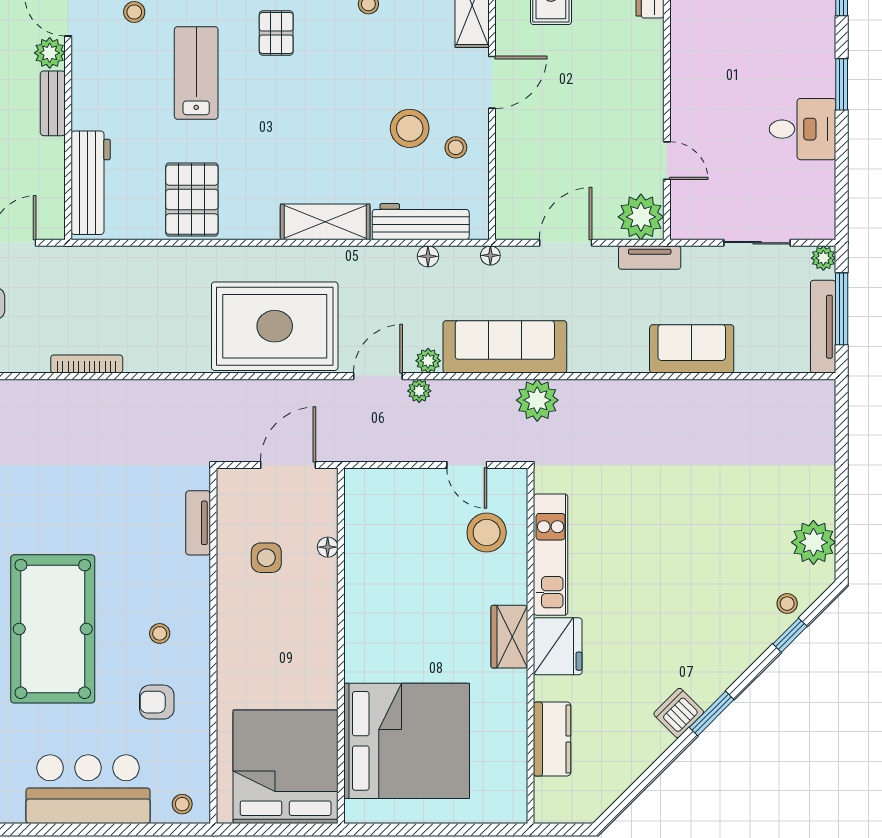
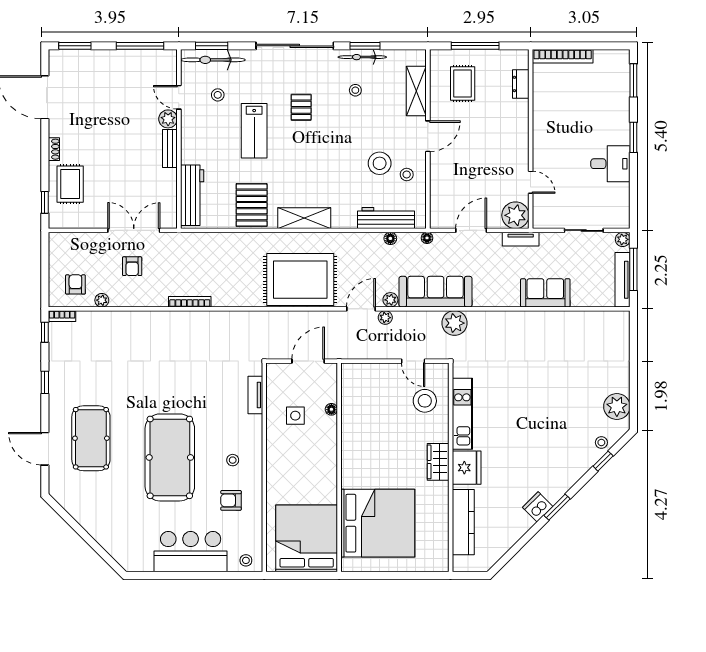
lab bench: (196, 73) -> (254, 131), turned 180
shelving: (325, 222) -> (304, 218), moved
kitchen counter: (552, 739) -> (463, 522), width x1.50

